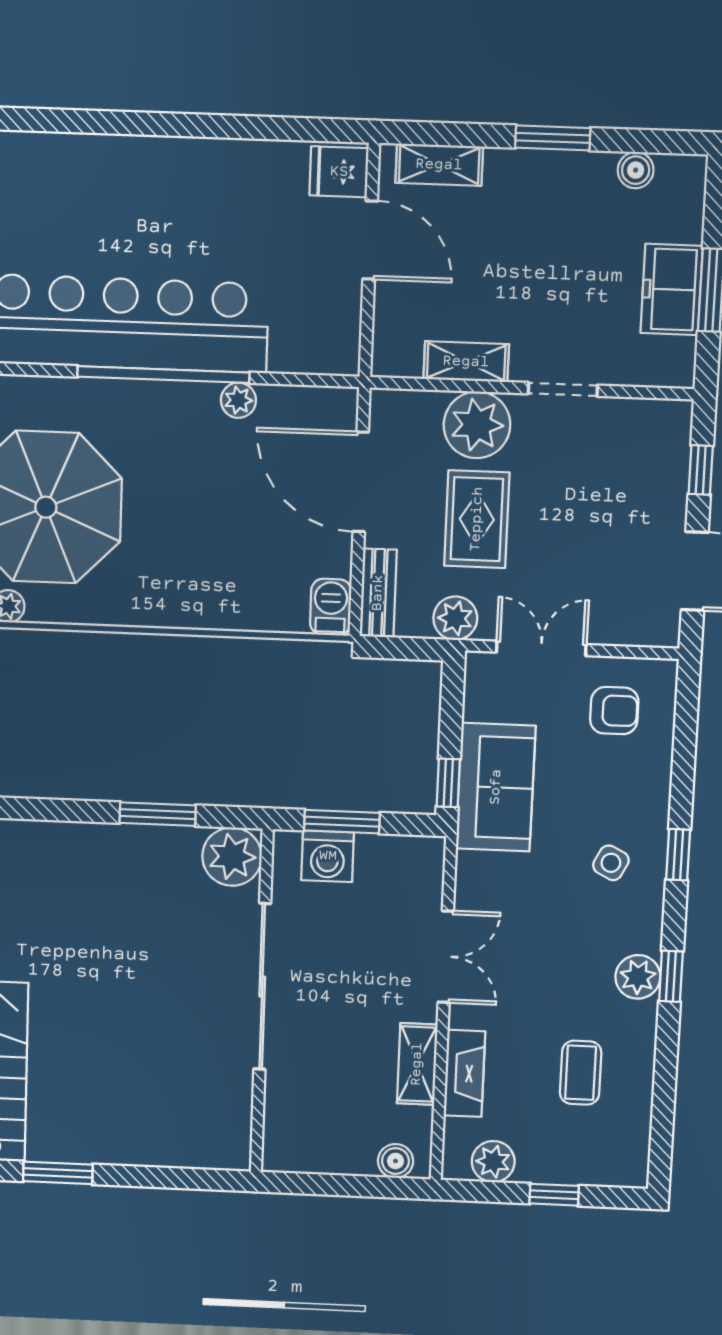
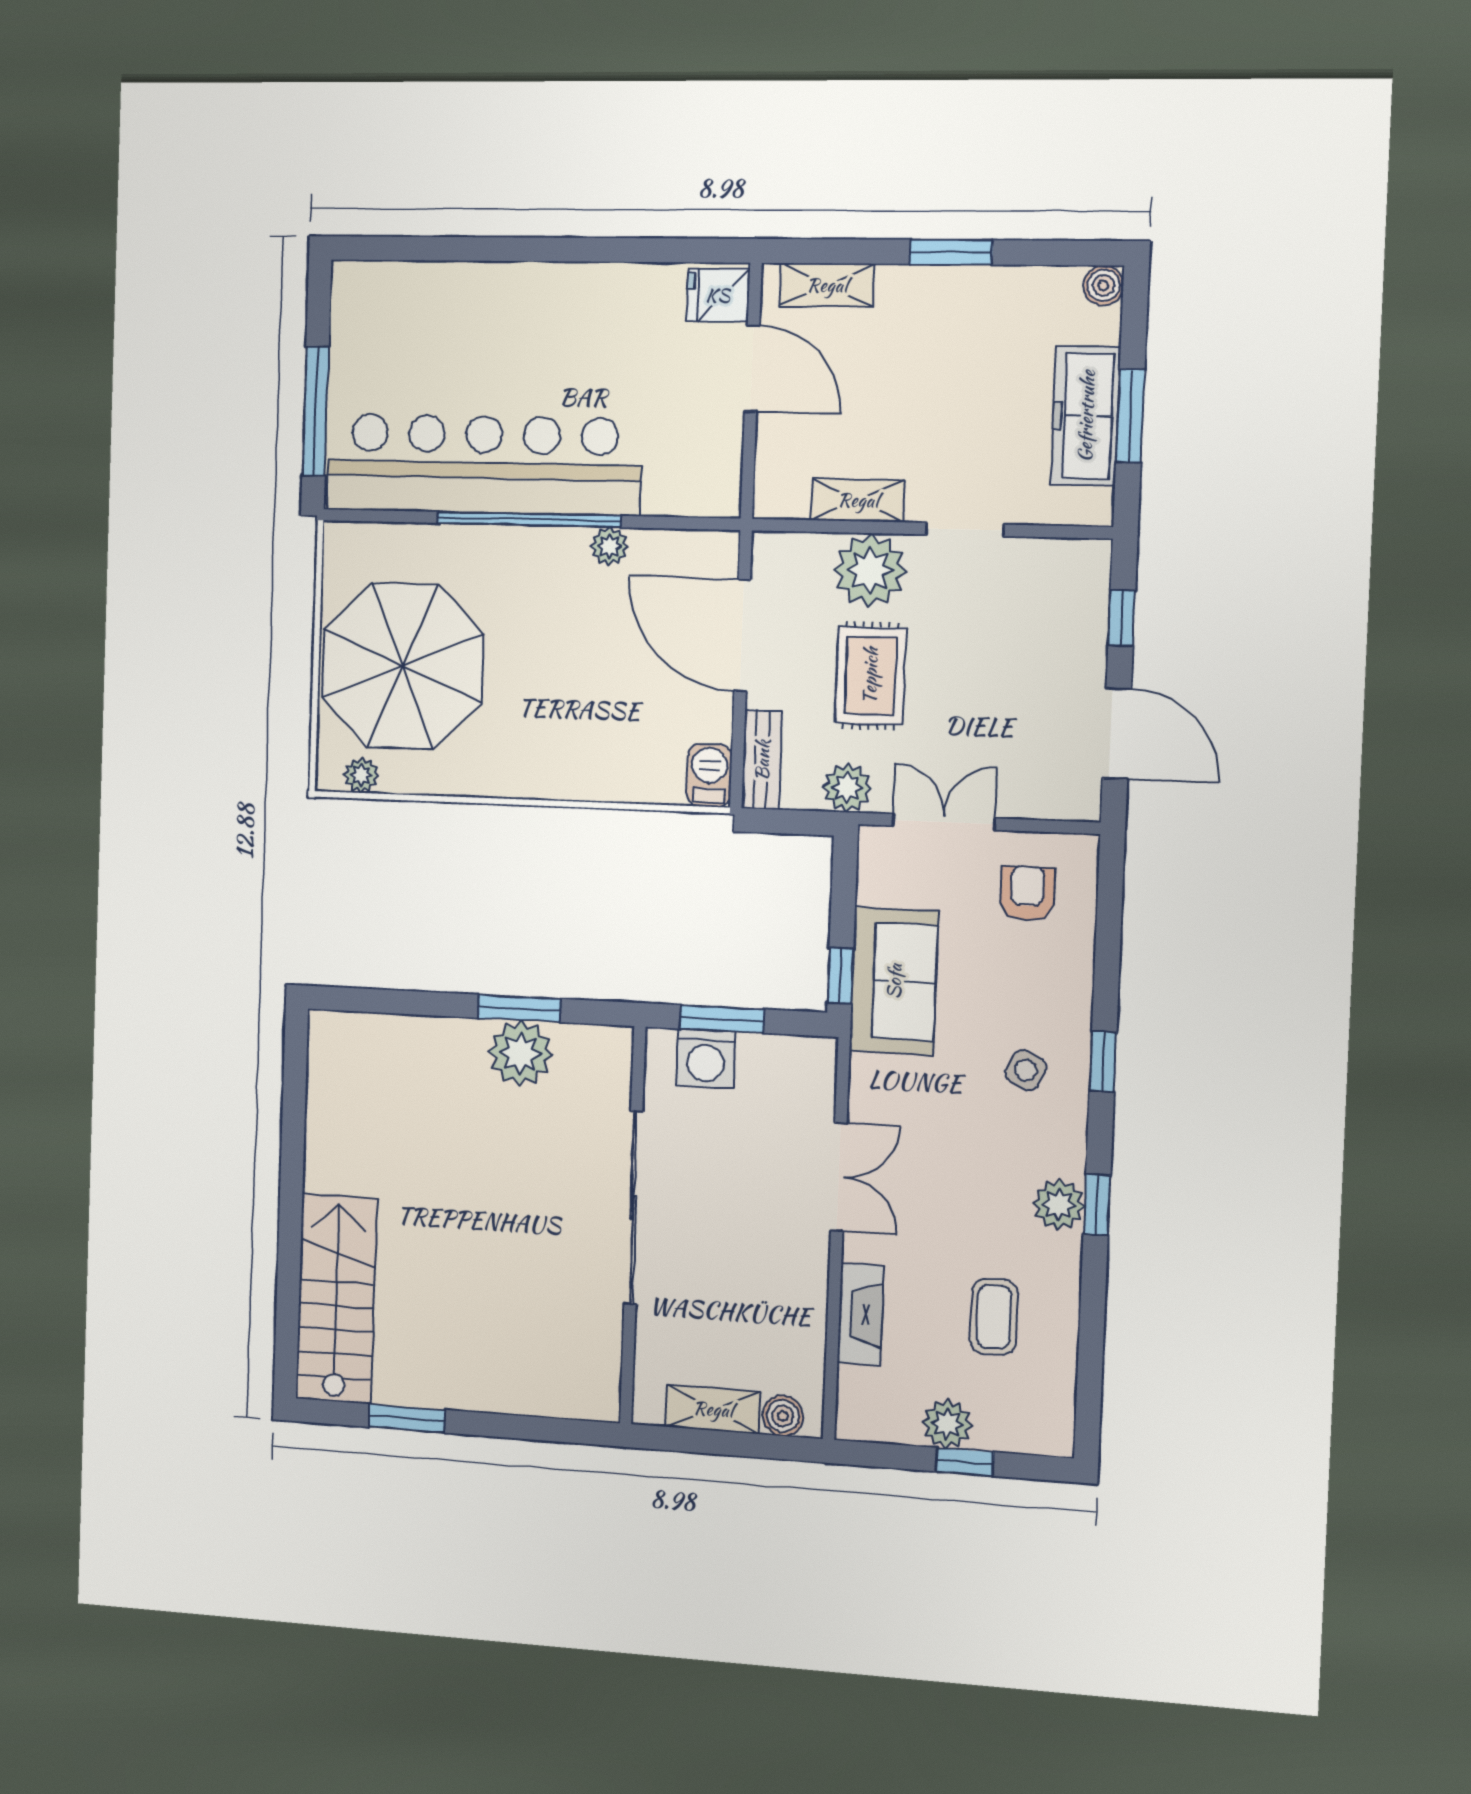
boiler: (636, 170) -> (1103, 285), moved
freezer: (672, 289) -> (1086, 416), width x1.40
armchair: (614, 711) -> (1027, 894), turned -90
plant: (232, 857) -> (520, 1053), moved
shelving: (417, 1064) -> (713, 1409), moved, turned 90
plant: (493, 1162) -> (947, 1424), moved

